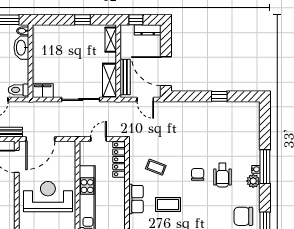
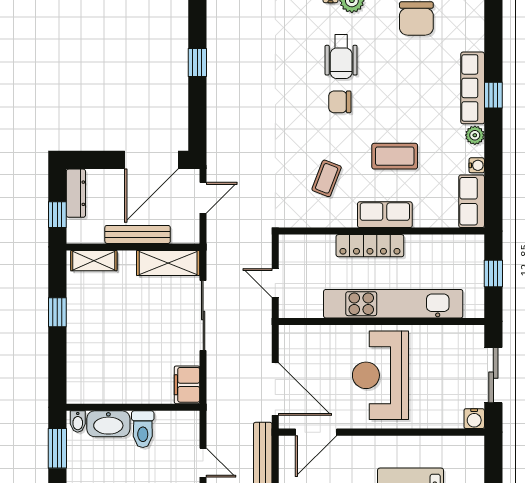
bench: (125, 77) -> (138, 234), moved
toilet: (18, 90) -> (143, 429), moved
locker: (119, 159) -> (370, 246), moved
wheelchair: (222, 175) -> (341, 57), turned 90
coffee table: (168, 204) -> (395, 156), turned 90

